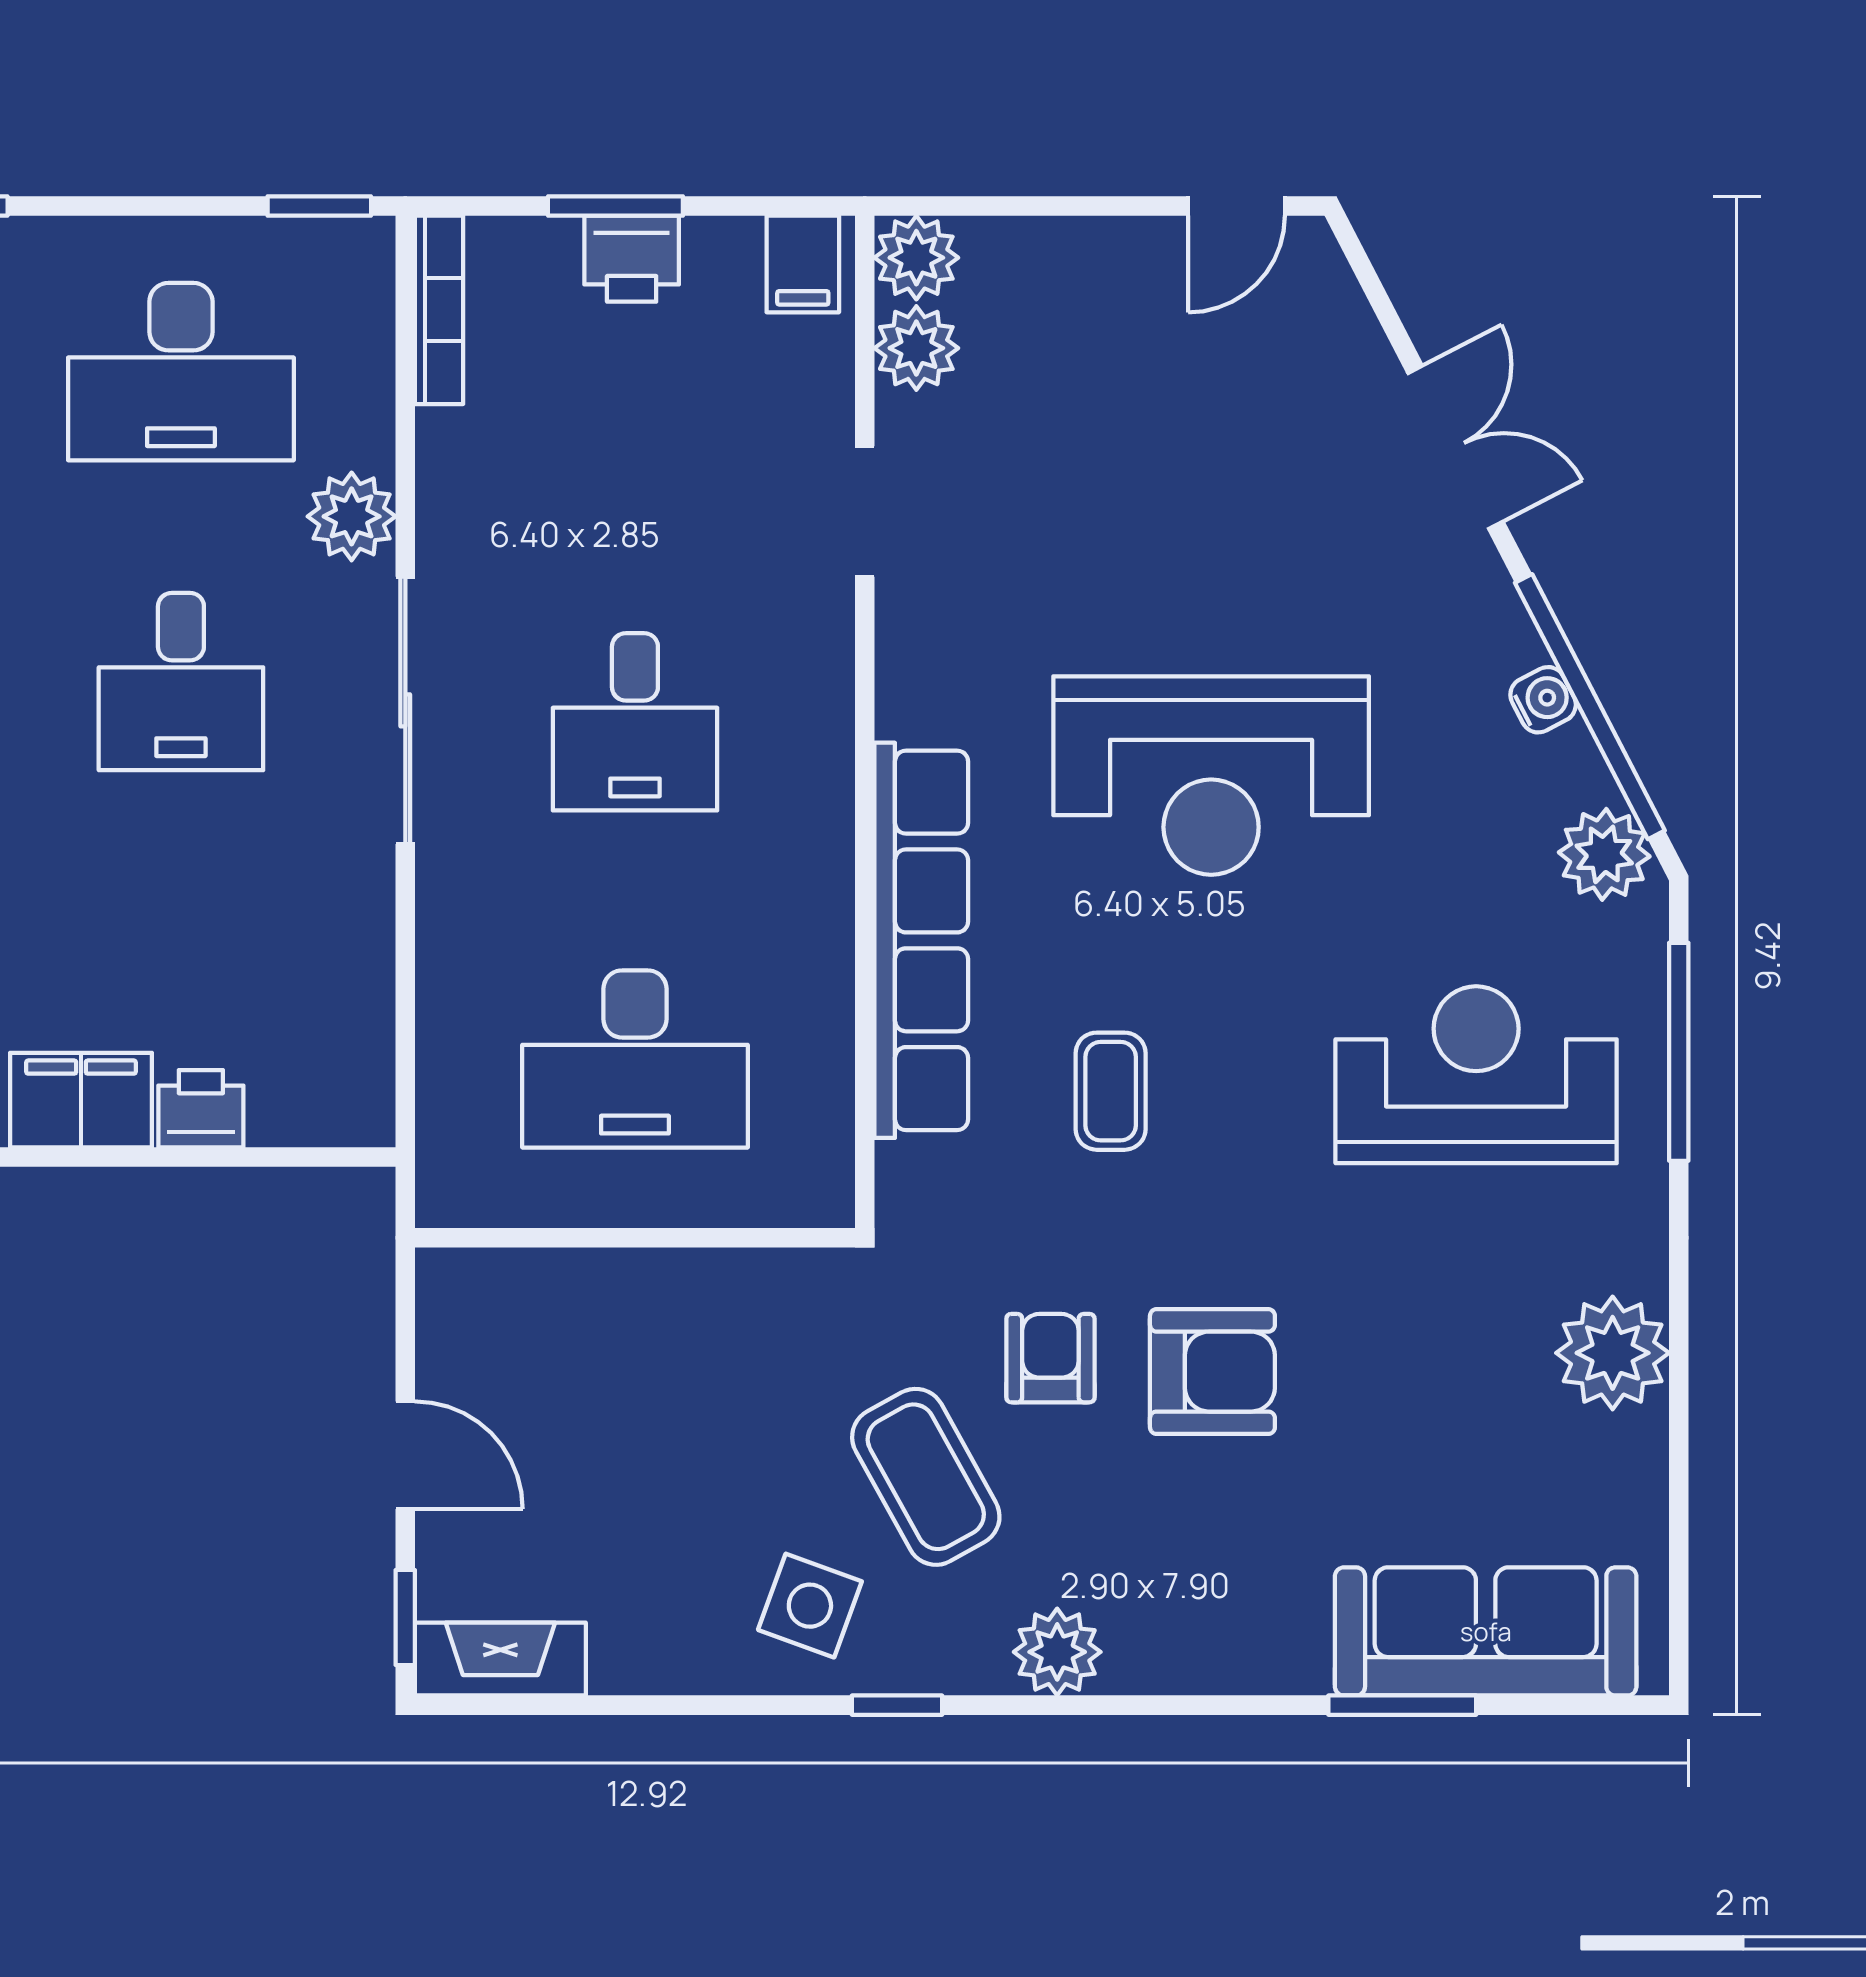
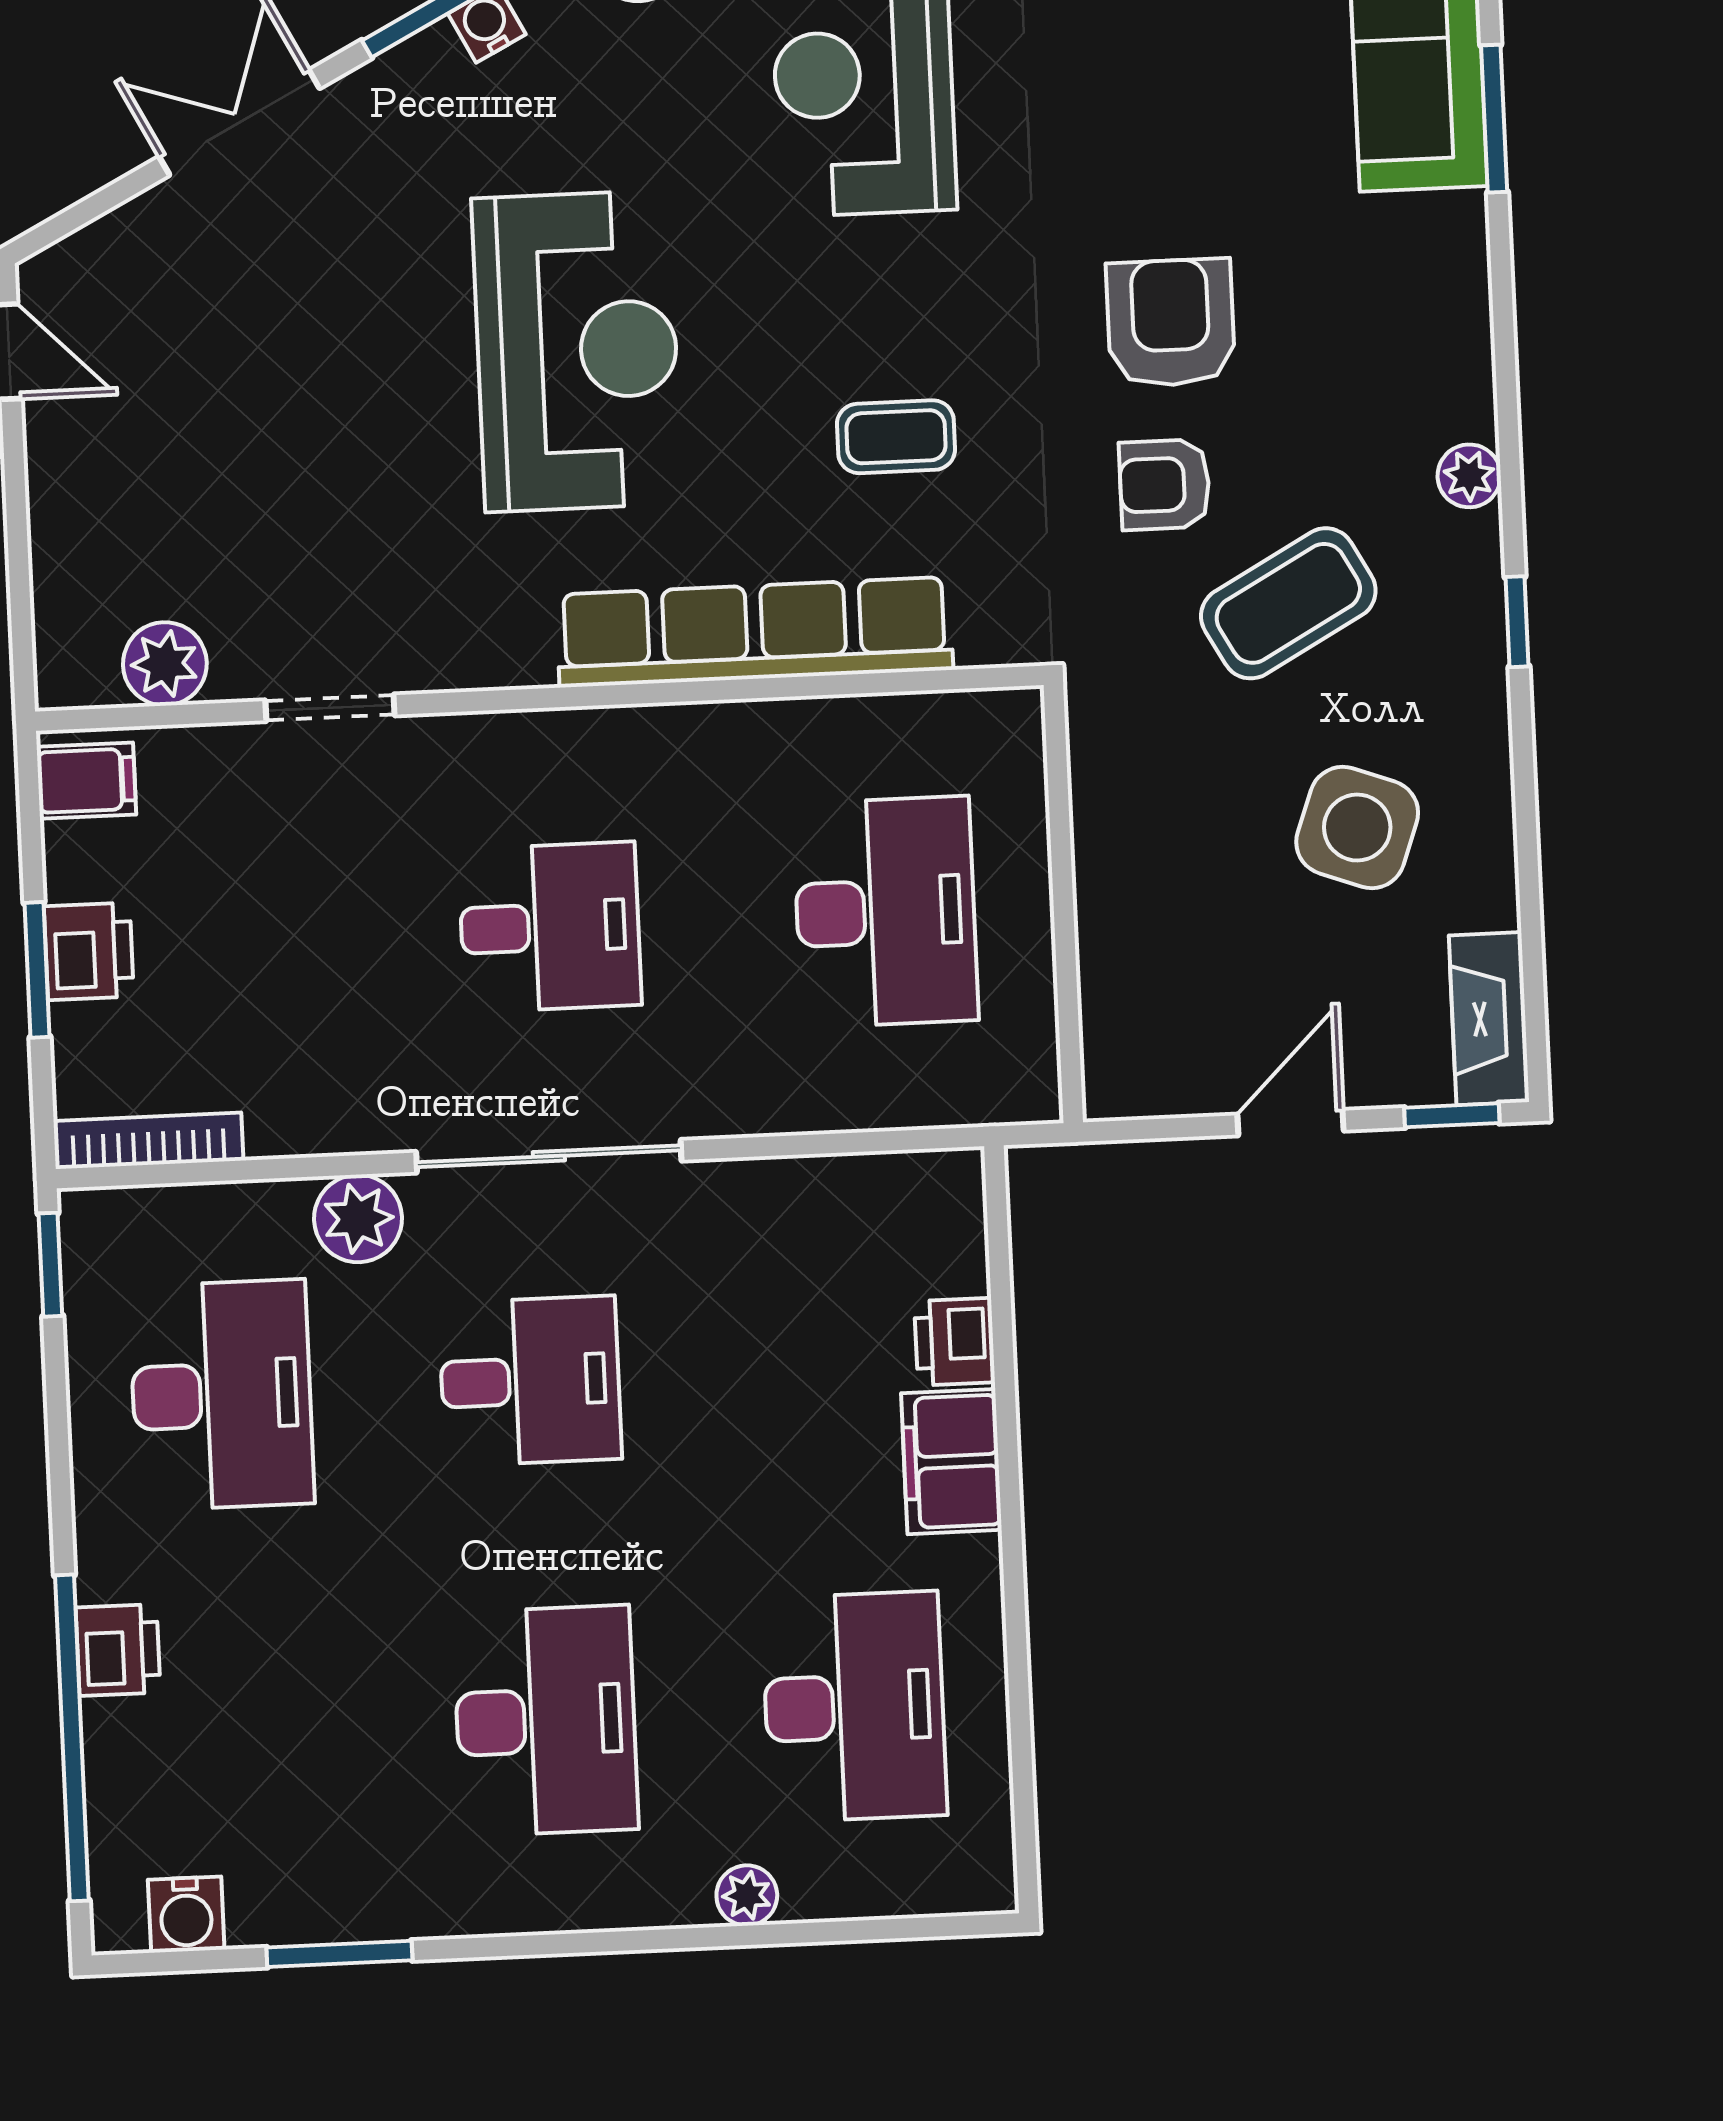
plant: (916, 258) -> (75, 668), removed
side table: (810, 1606) -> (1357, 828), moved, width x1.37, depth x1.37
plant: (1057, 1652) -> (1469, 476), width x0.73, depth x0.73

